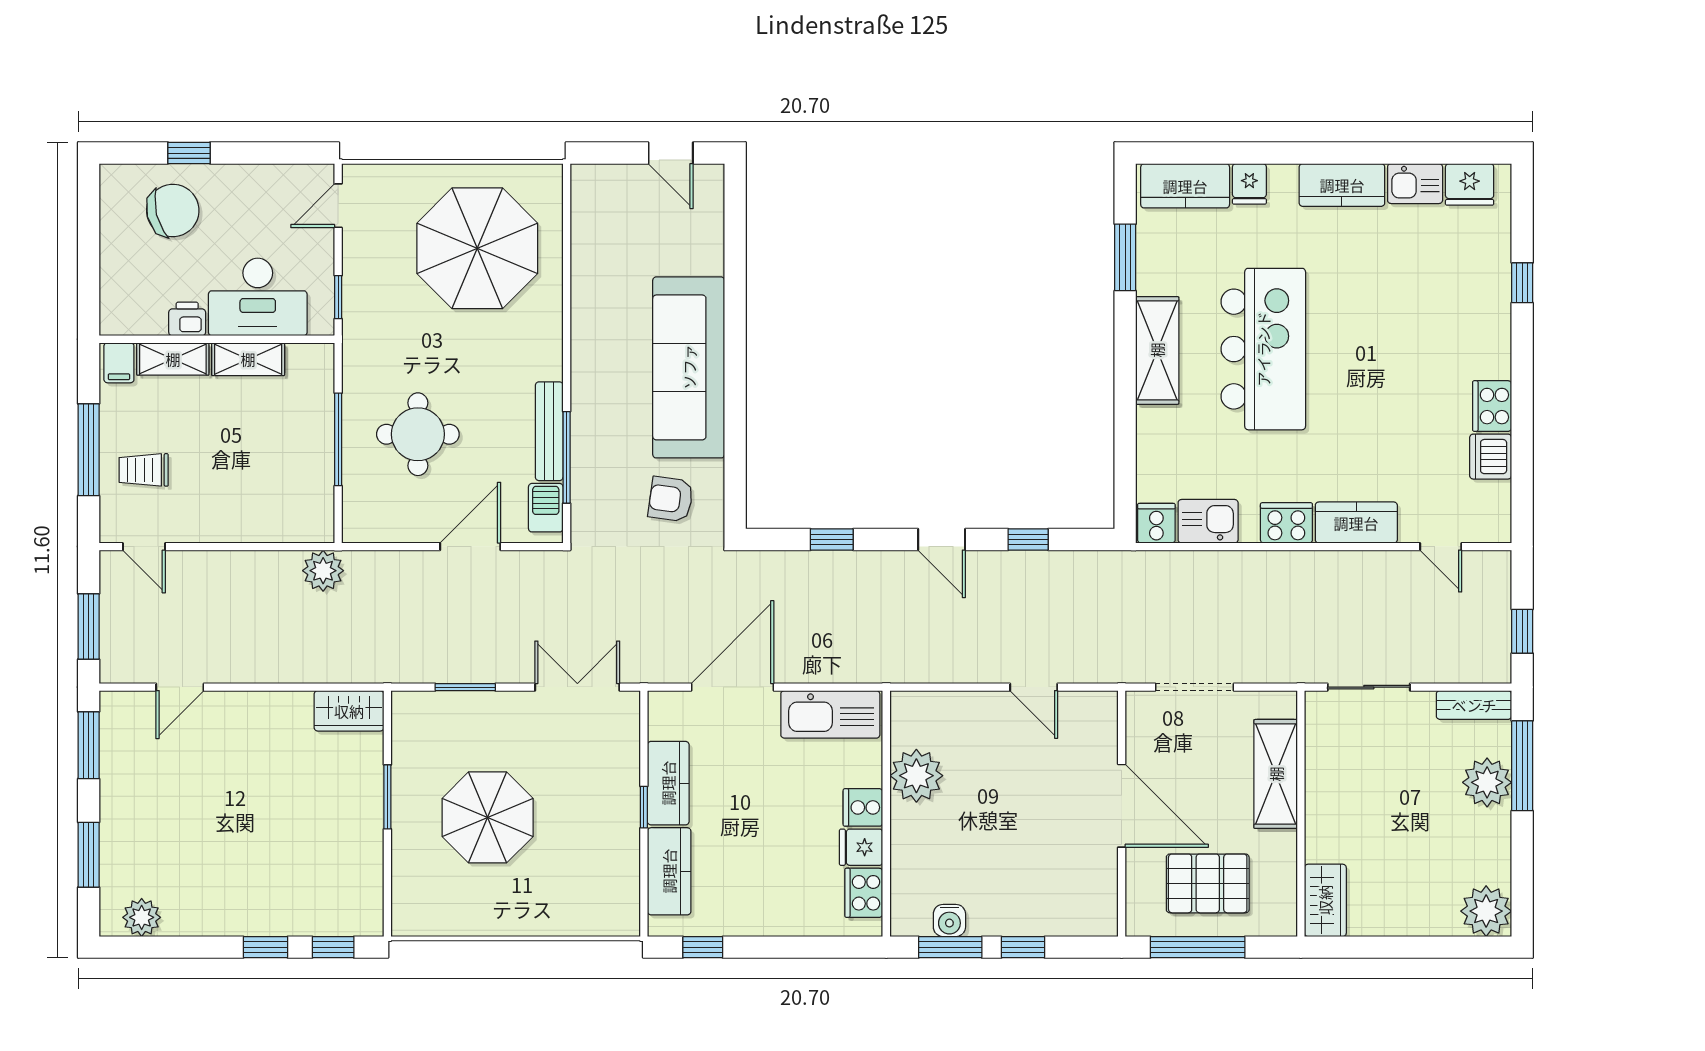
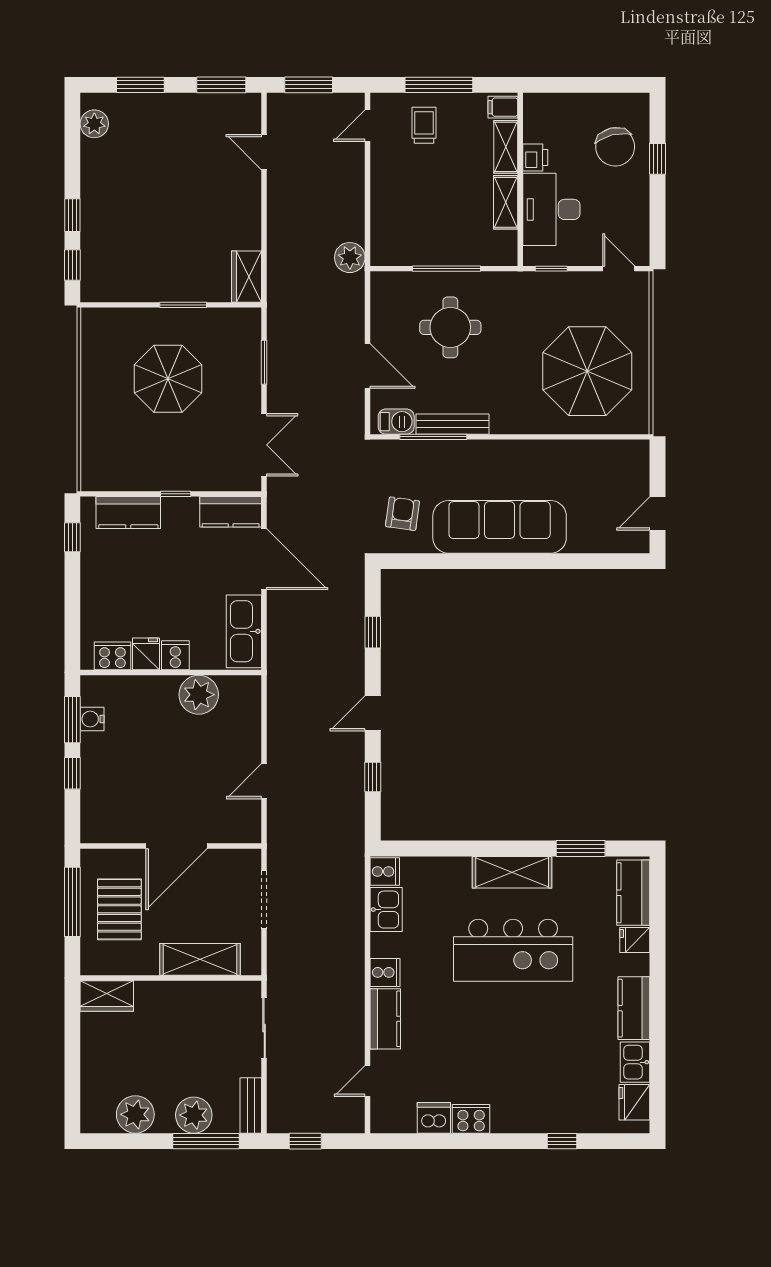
cooker: (1286, 523) -> (385, 972), width x0.73
kitchen counter: (668, 783) -> (231, 512), moved
plant: (1486, 911) -> (135, 1114), moved

